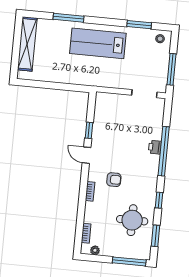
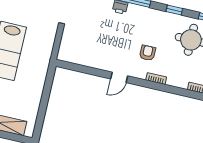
window: (89, 130) -> (94, 72), removed

